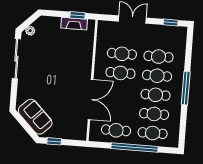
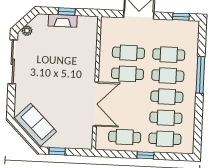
window: (78, 15) -> (67, 12), moved
fireplace: (74, 24) -> (63, 21), moved
window: (186, 88) -> (200, 75), moved
window: (134, 148) -> (145, 155), width x0.32

